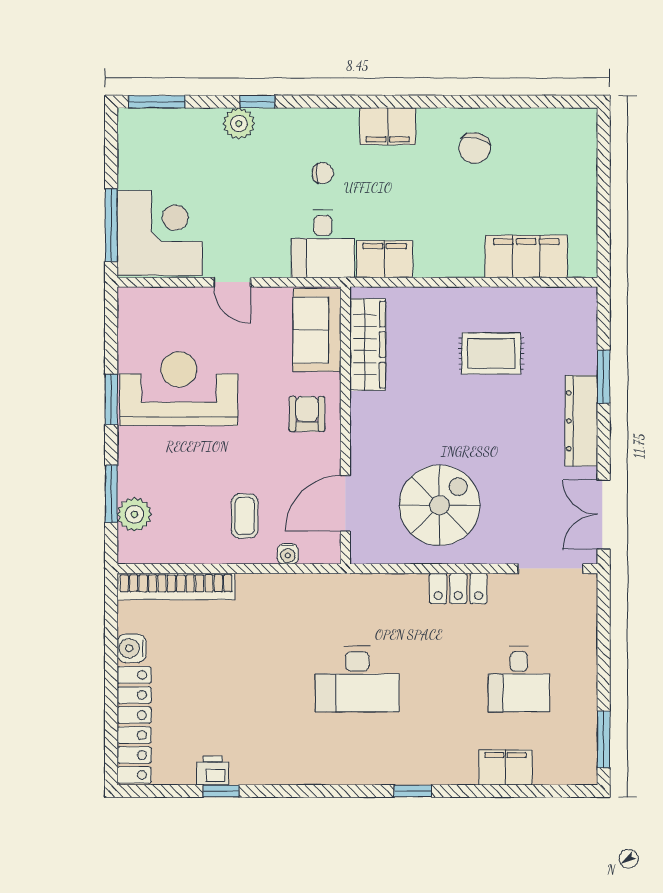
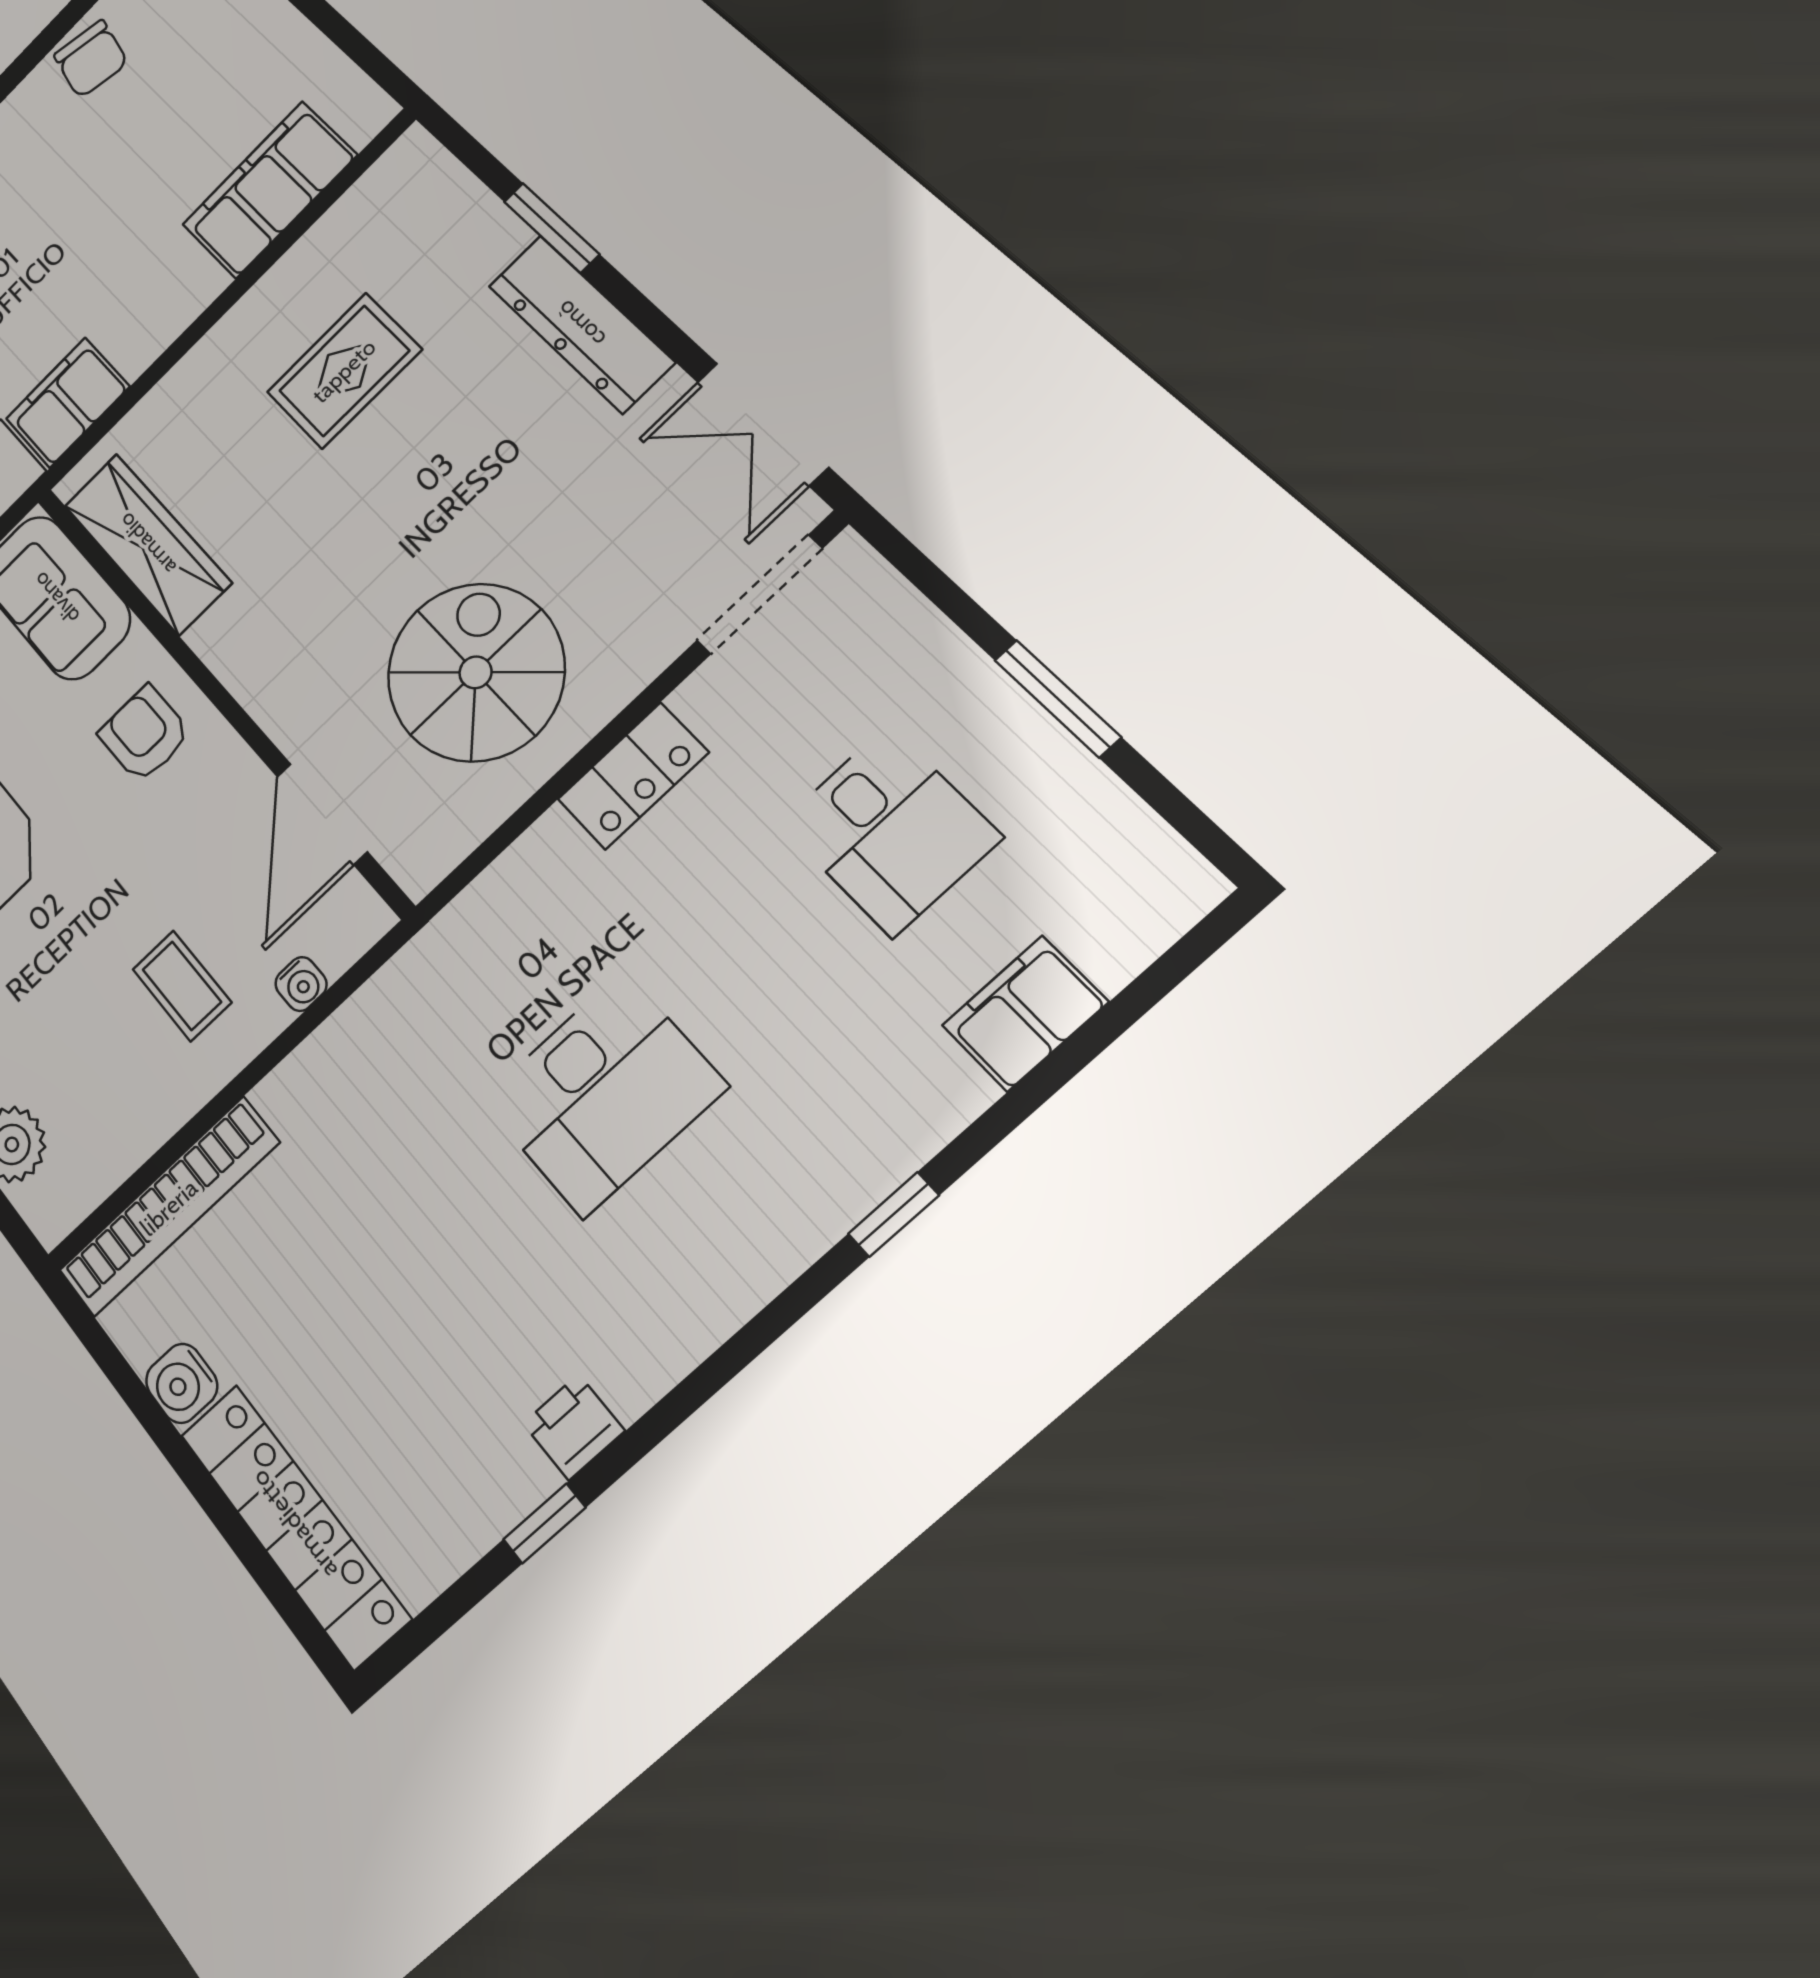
chair: (475, 148) -> (91, 59), moved
window: (604, 739) -> (1057, 698), moved
printer: (213, 771) -> (574, 1427), moved

